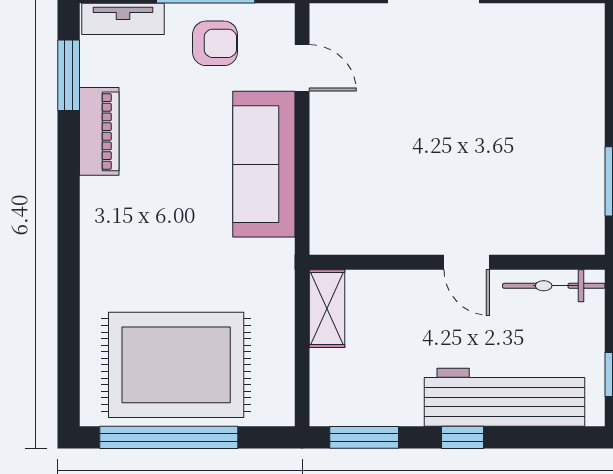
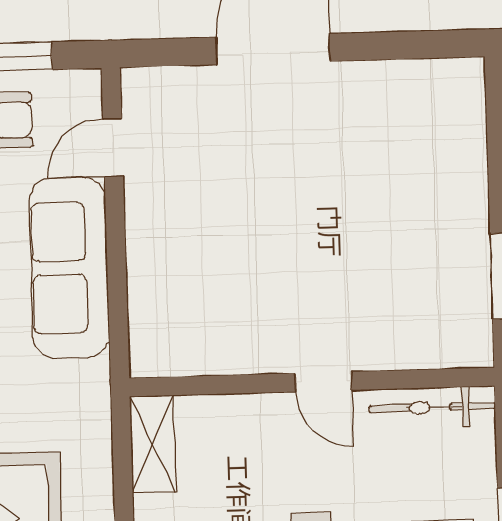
door: (302, 68) -> (113, 147), swing flipped

